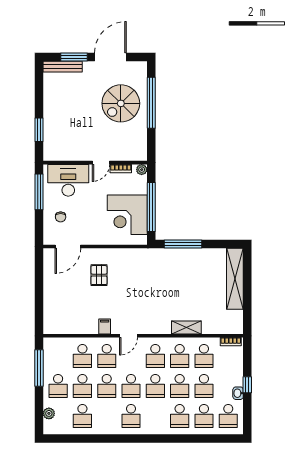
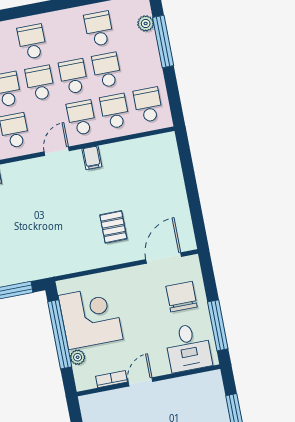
plant: (142, 170) -> (78, 357), moved
desk: (68, 180) -> (188, 348), width x0.73
chair: (61, 217) -> (182, 297), width x1.87, depth x1.87
window: (39, 368) -> (163, 41), moved
school desk: (58, 386) -> (148, 105), moved

